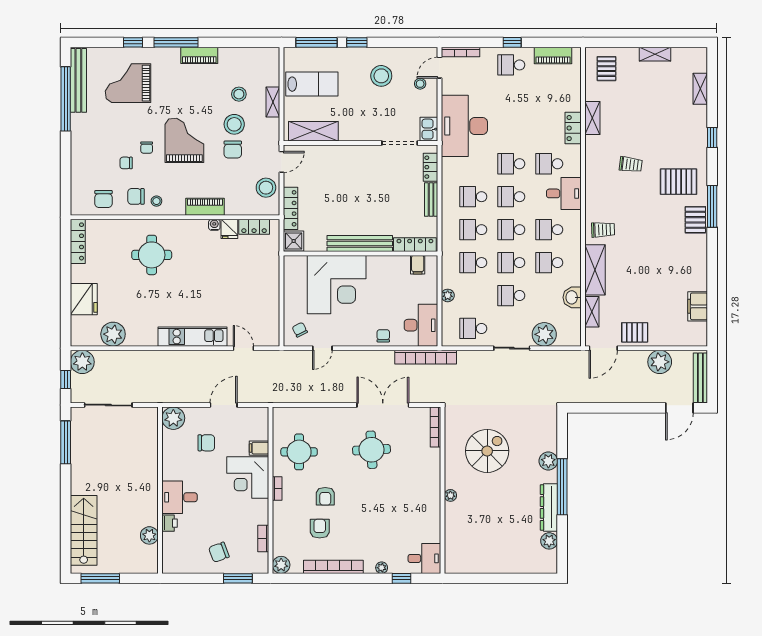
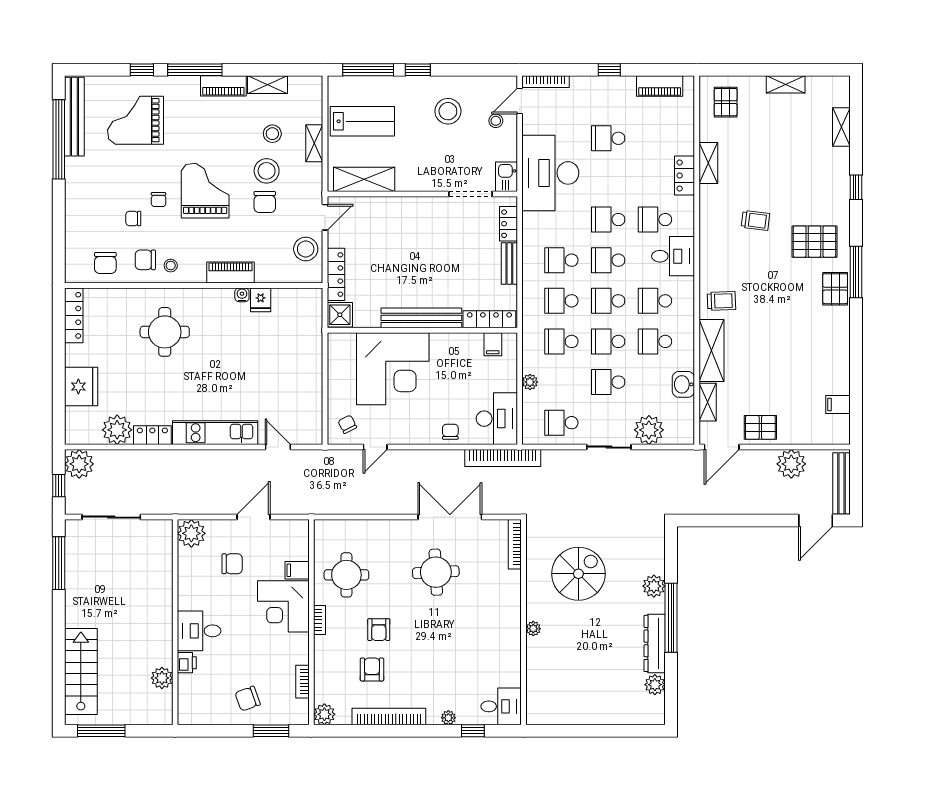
shelving: (235, 54) -> (268, 85), added
school desk: (511, 65) -> (608, 138), moved
locker: (254, 227) -> (152, 435), moved, turned 180
filing cabinet: (698, 306) -> (838, 404), width x0.50

